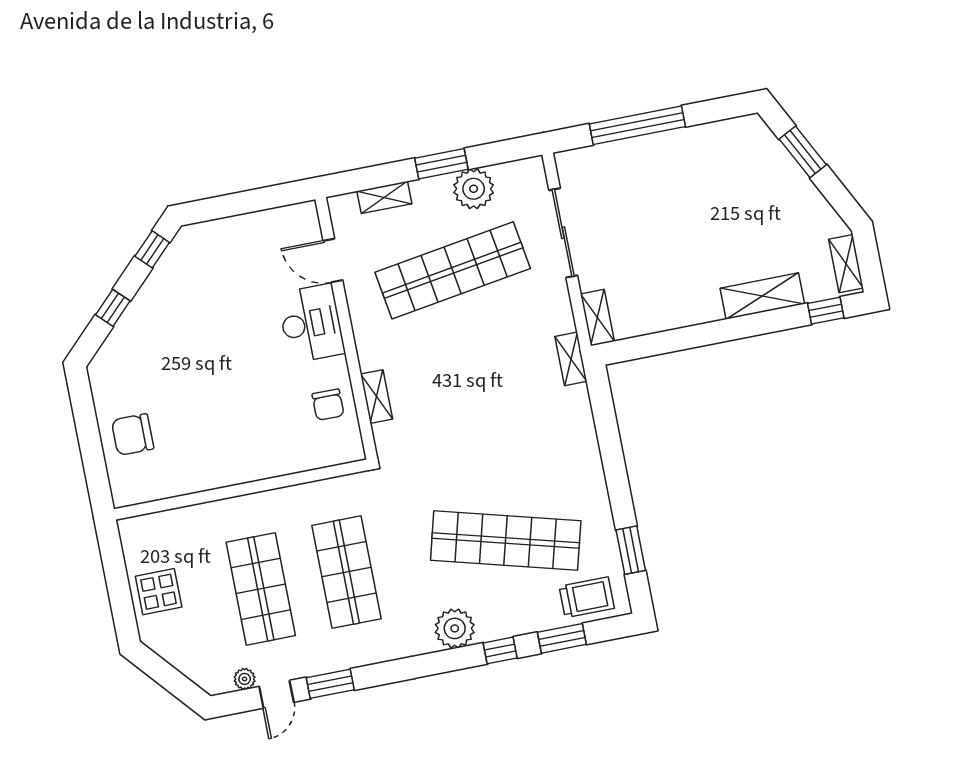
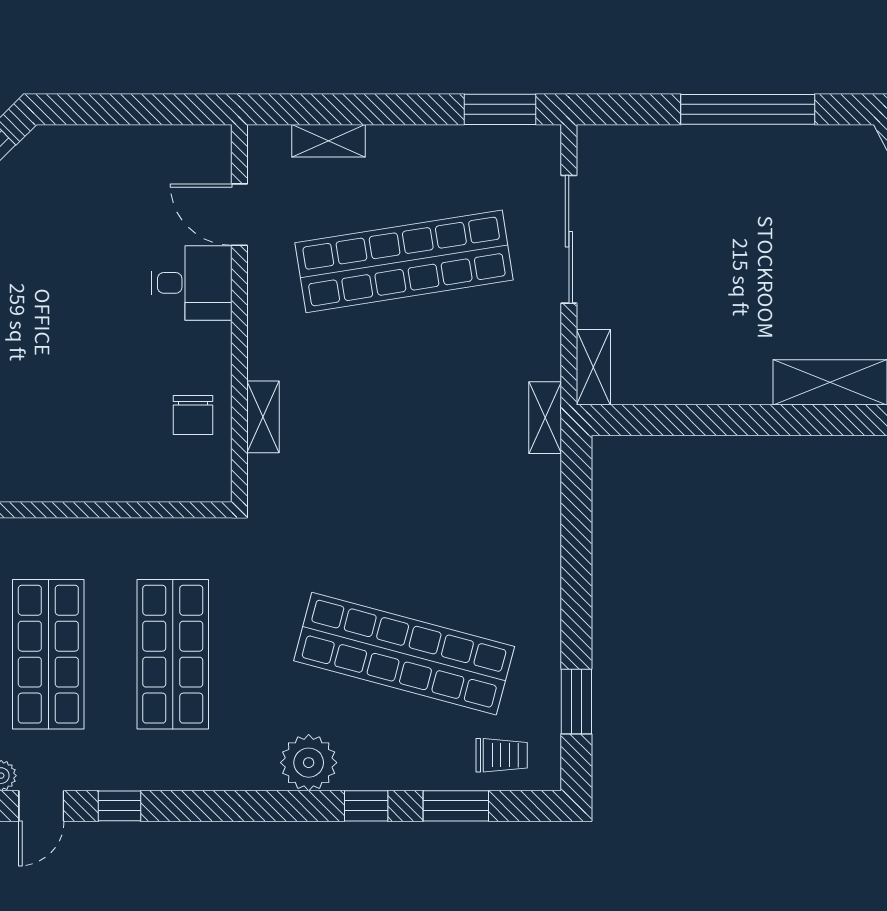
window: (637, 125) -> (748, 109), moved
window: (441, 164) -> (500, 109), moved
plant: (474, 189) -> (456, 153), removed
desk: (311, 323) -> (191, 283), width x0.73
trolley: (587, 597) -> (502, 755), width x0.73, depth x0.72
window: (330, 684) -> (120, 806), width x0.67

